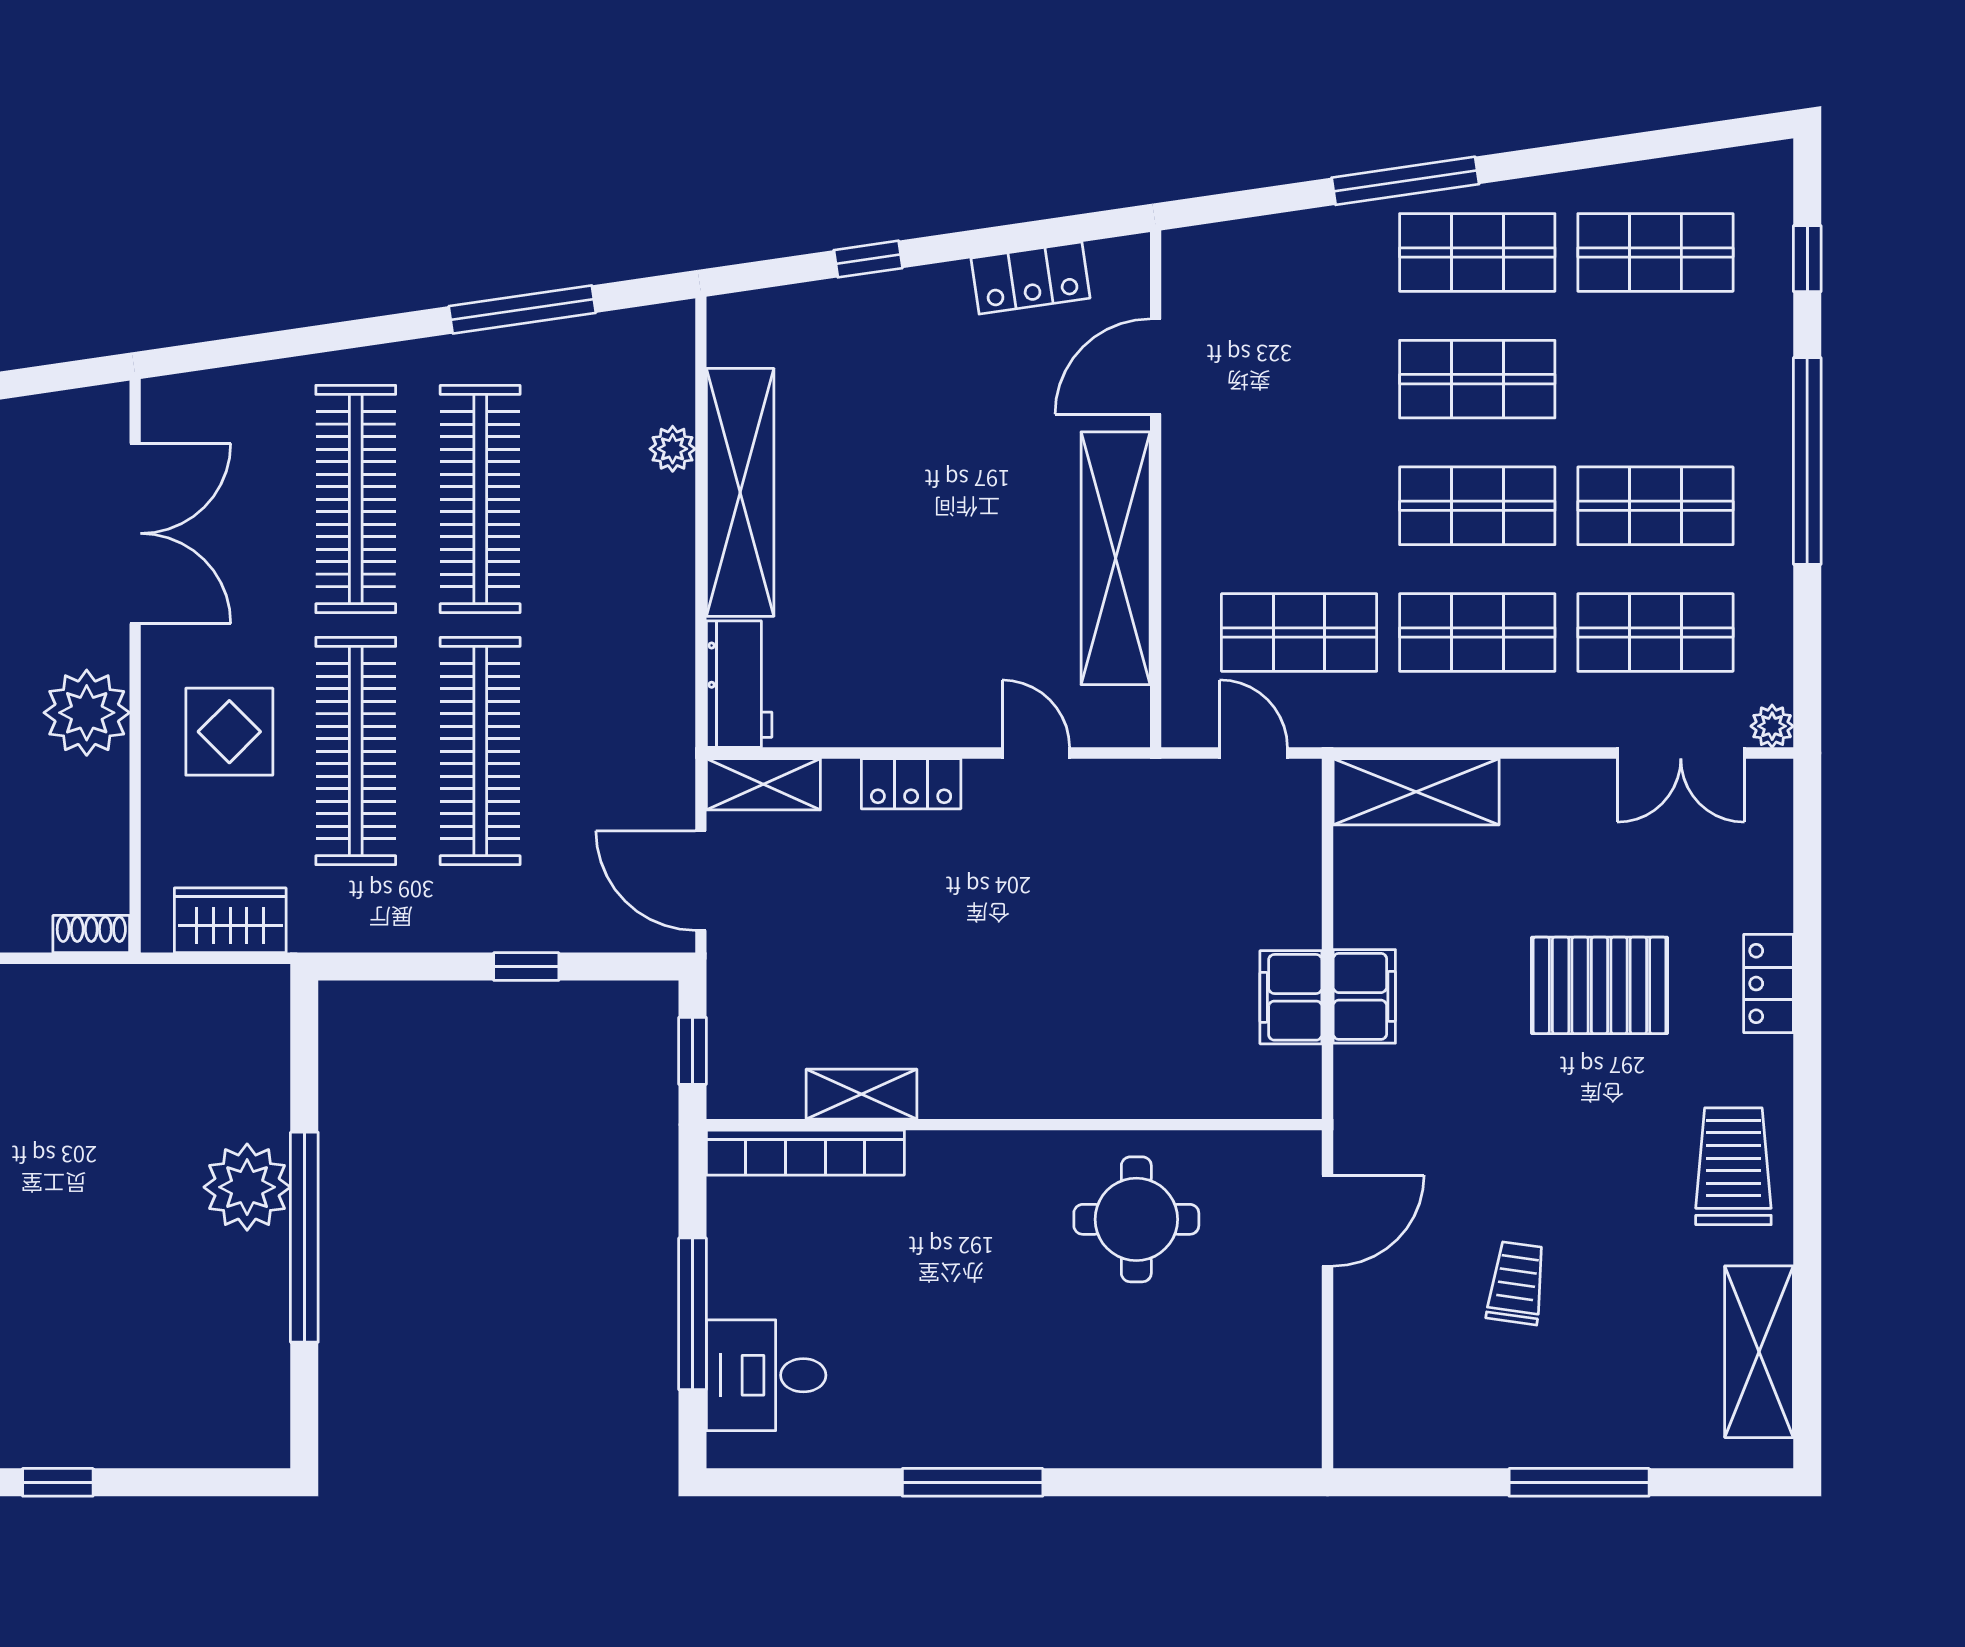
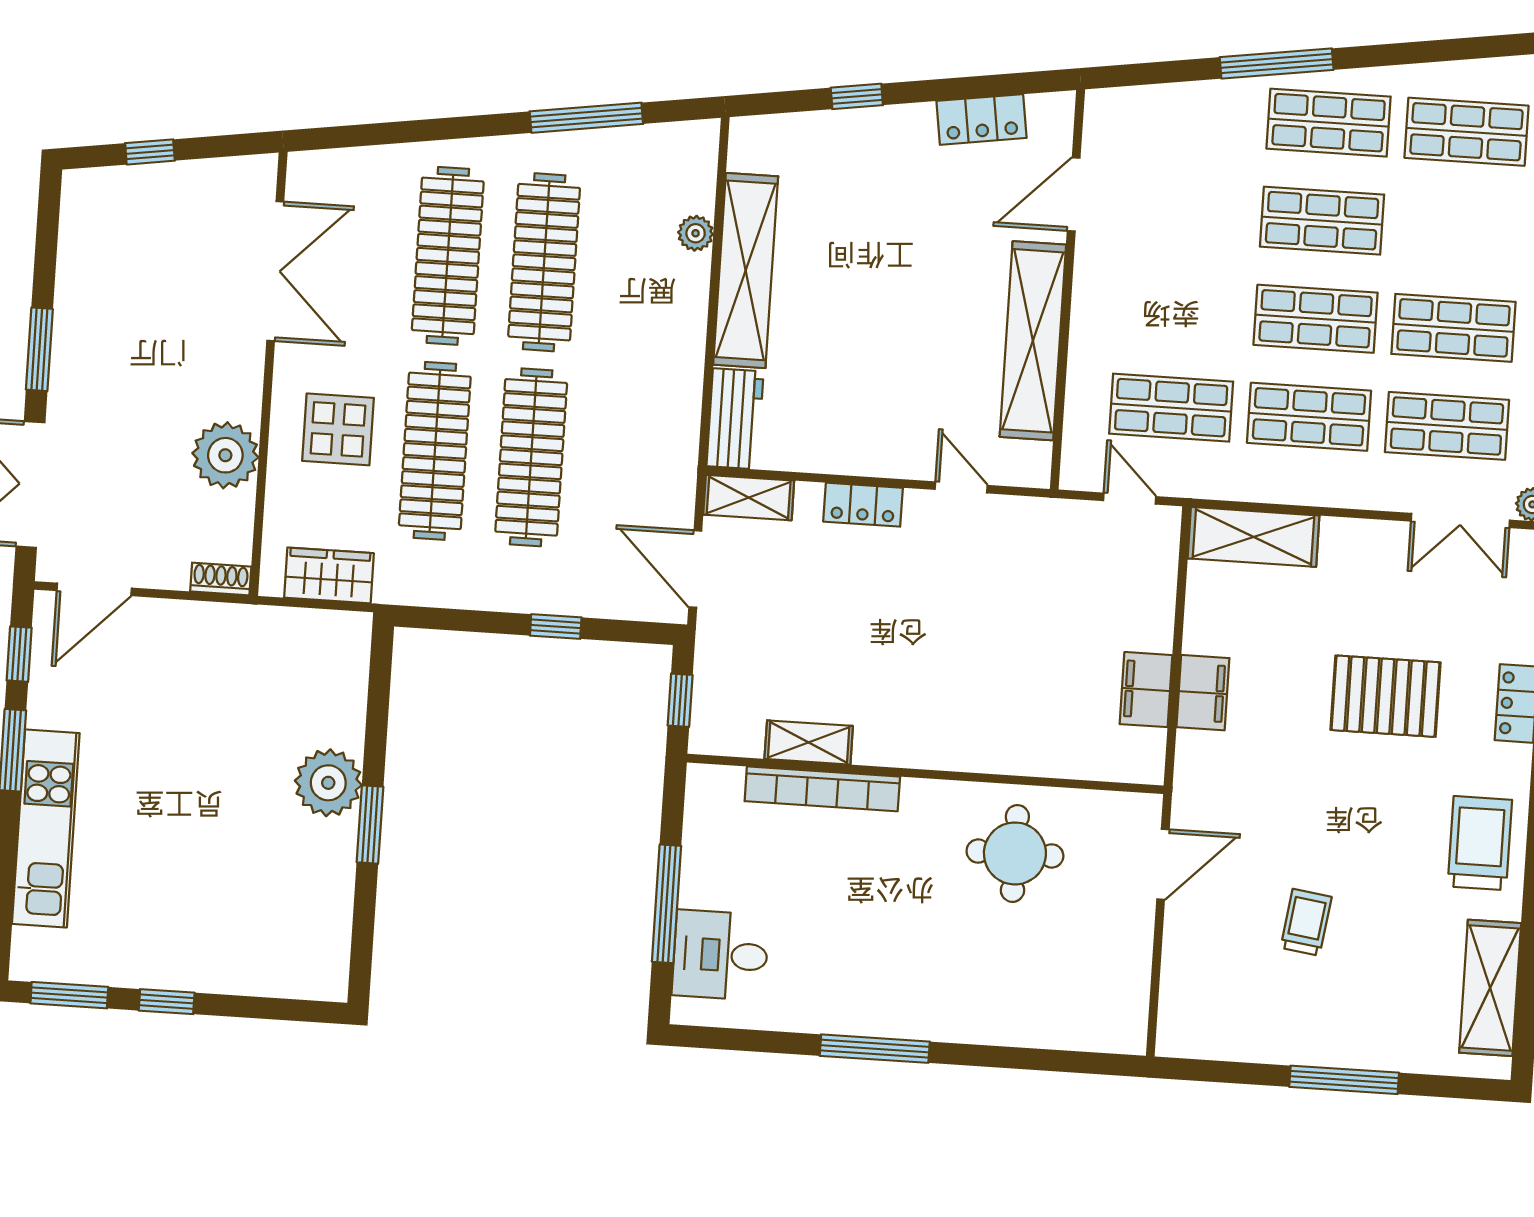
plant: (87, 713) -> (225, 455), moved
bookcase: (805, 1153) -> (822, 789), moved
window: (304, 1237) -> (370, 825), width x0.47

